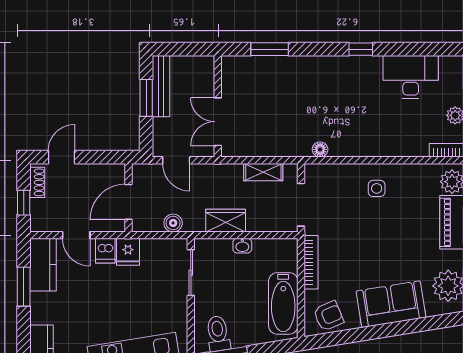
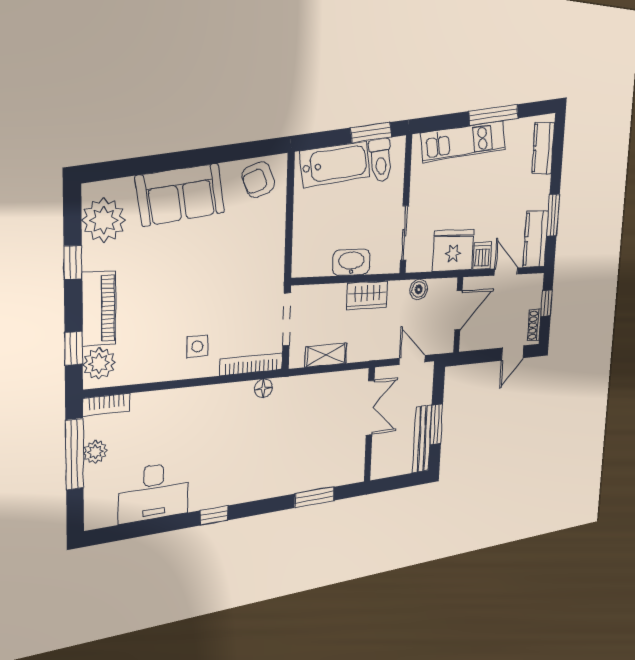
washbasin: (242, 246) -> (351, 262), width x1.91, depth x1.45
fridge: (128, 252) -> (453, 250), width x1.88, depth x1.34
bookcase: (311, 262) -> (252, 364), moved, turned 90
bathtub: (283, 303) -> (335, 164), moved, turned 81

